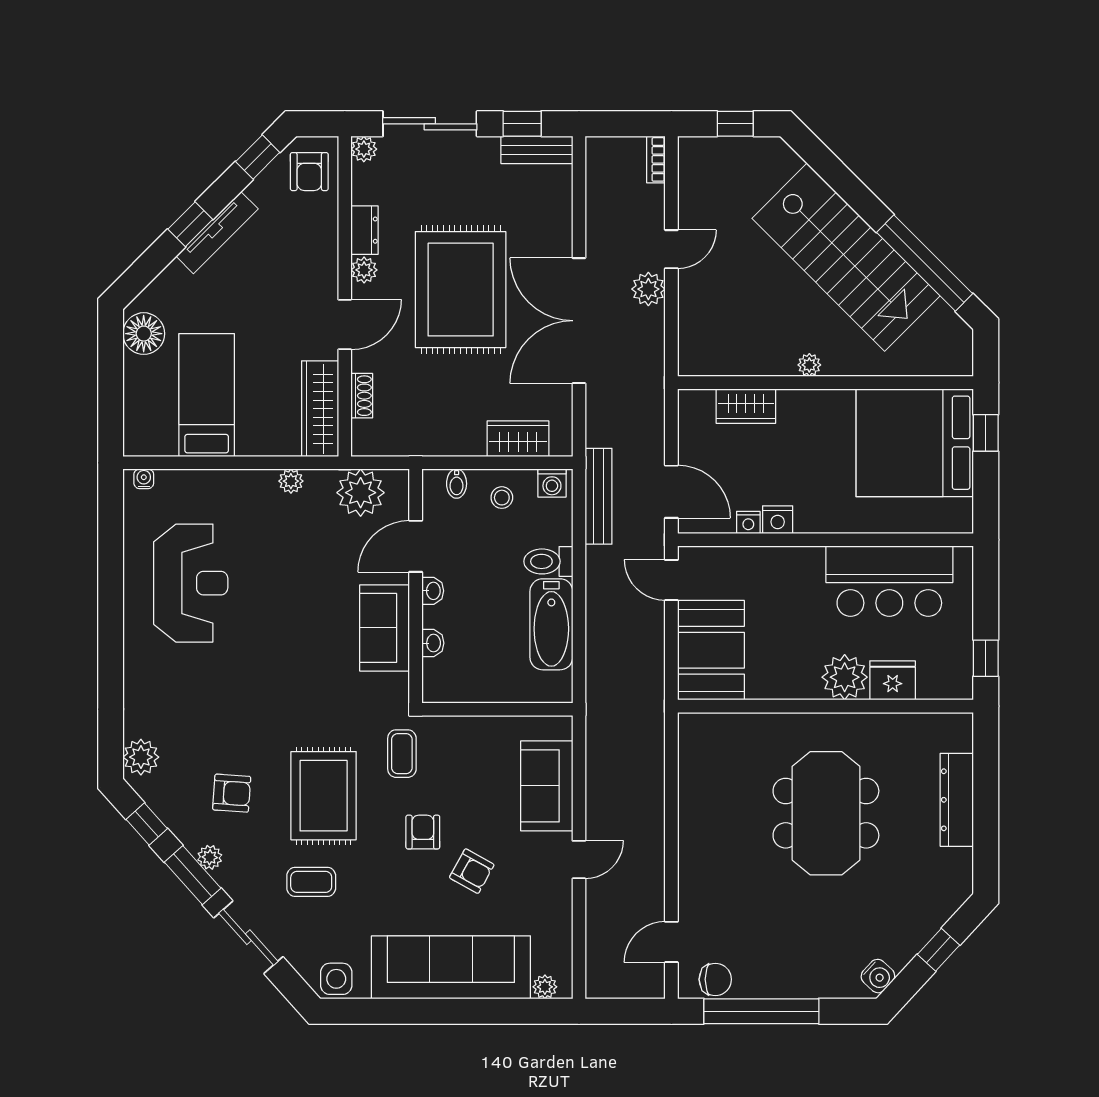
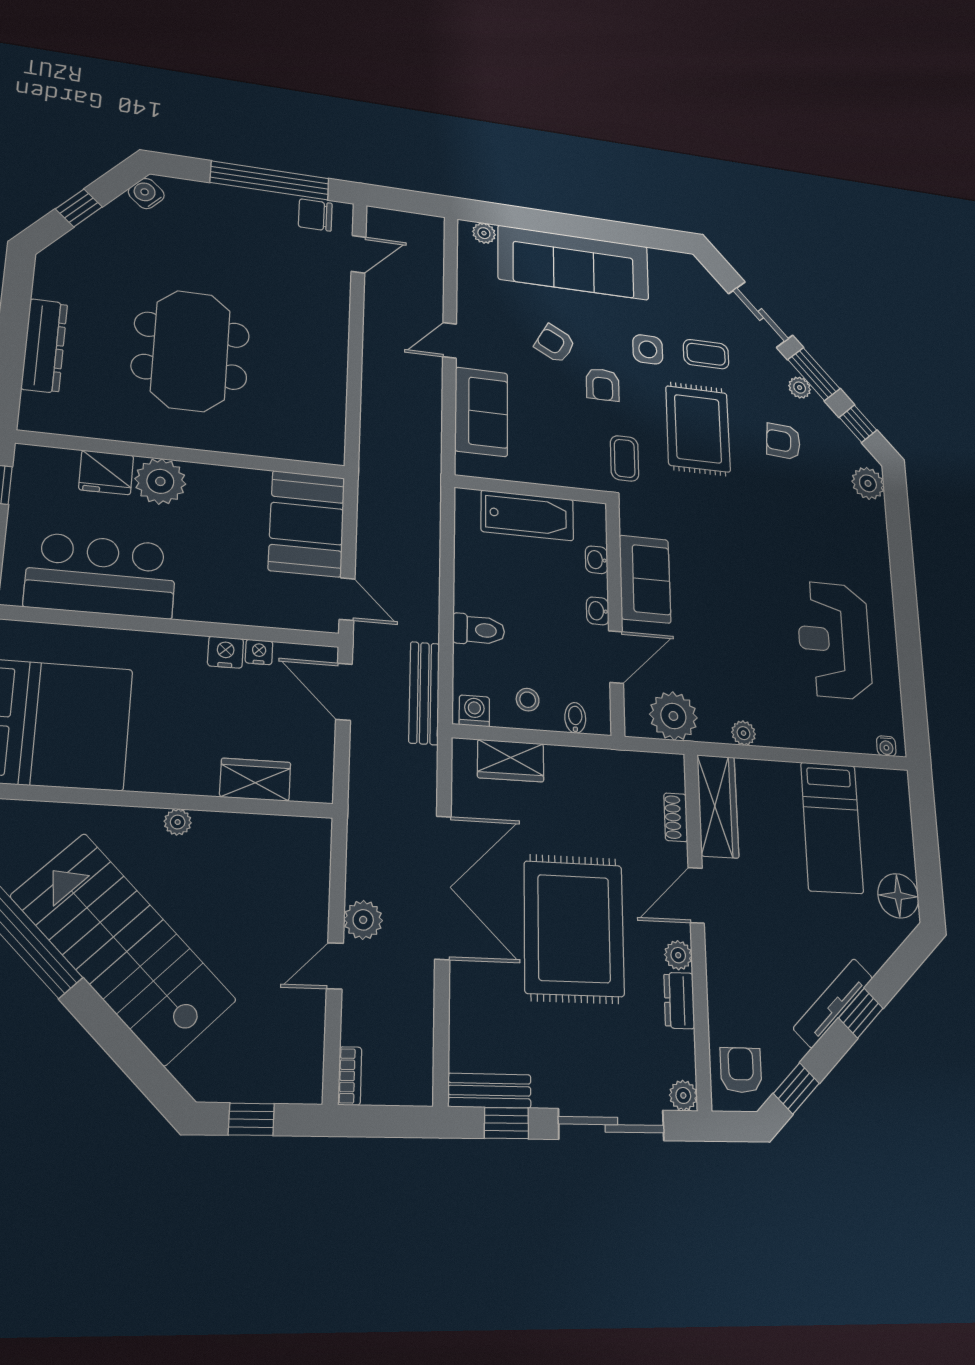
bathtub: (551, 624) -> (527, 515), moved, turned 90
side table: (336, 979) -> (648, 349), moved

